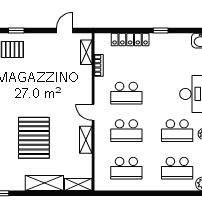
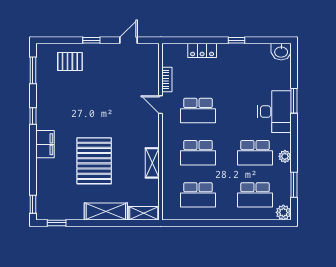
window: (16, 31) -> (91, 40), moved
locker: (130, 40) -> (202, 50), width x0.66
shelving: (86, 52) -> (153, 65), removed
door: (93, 112) -> (161, 105), moved

